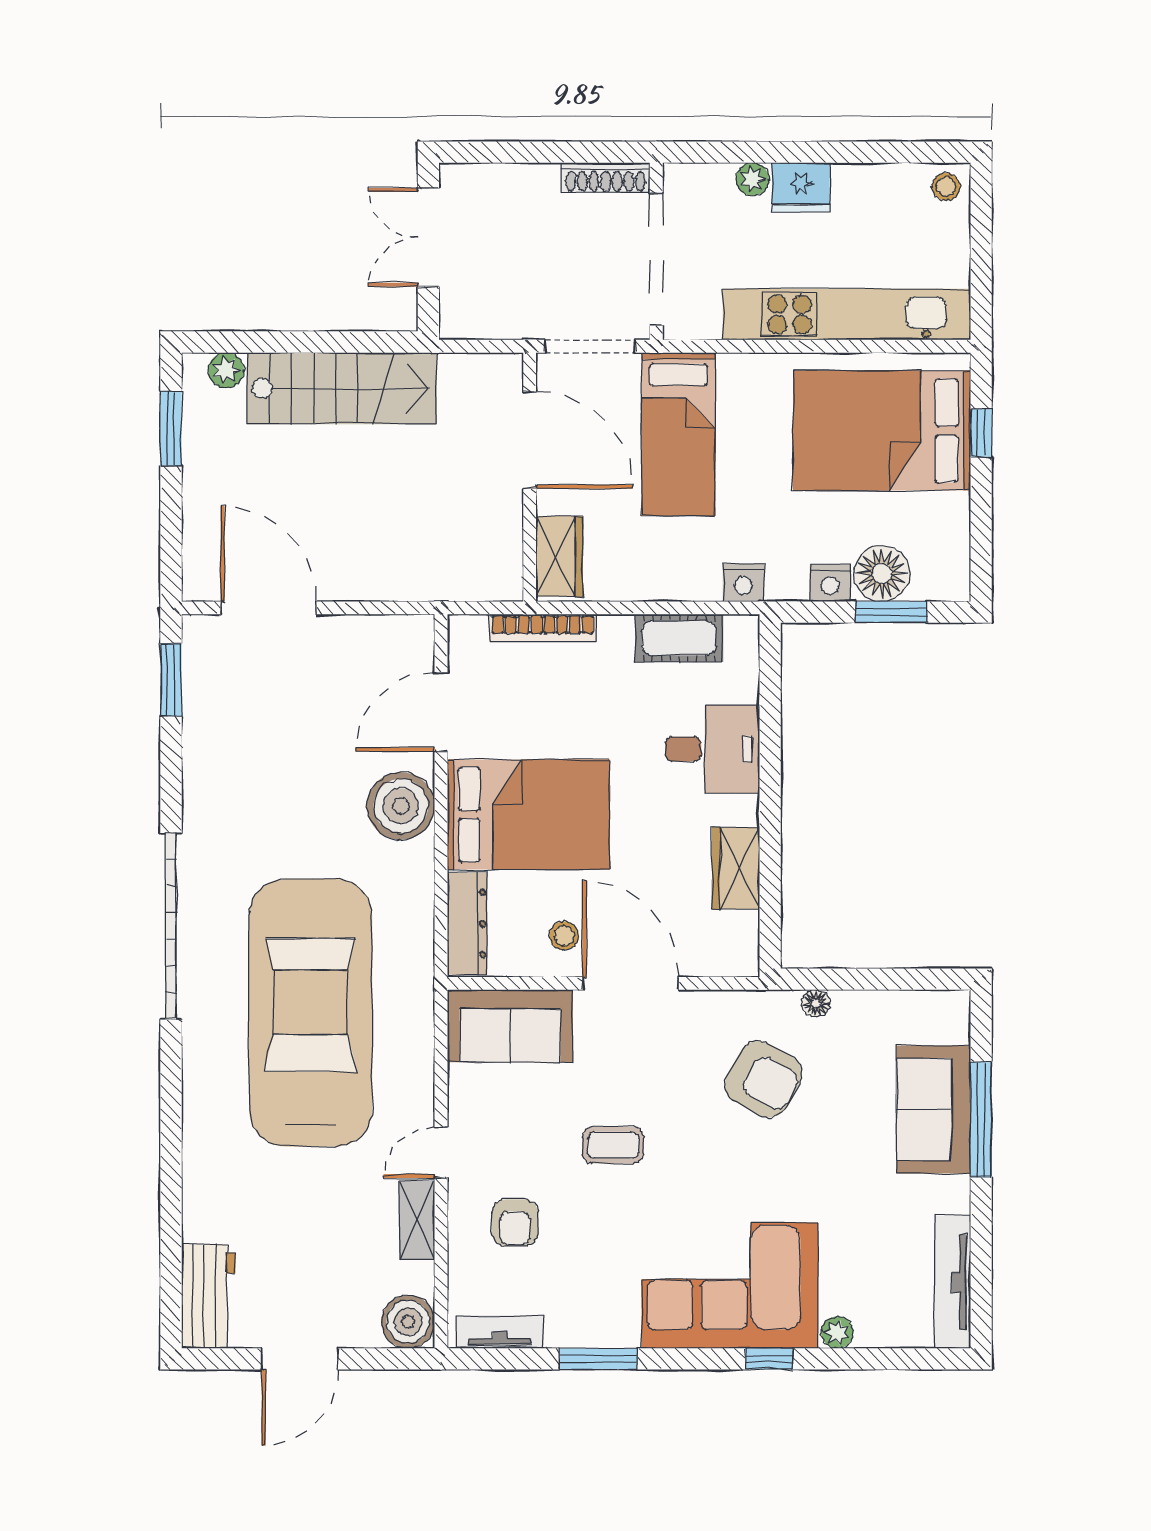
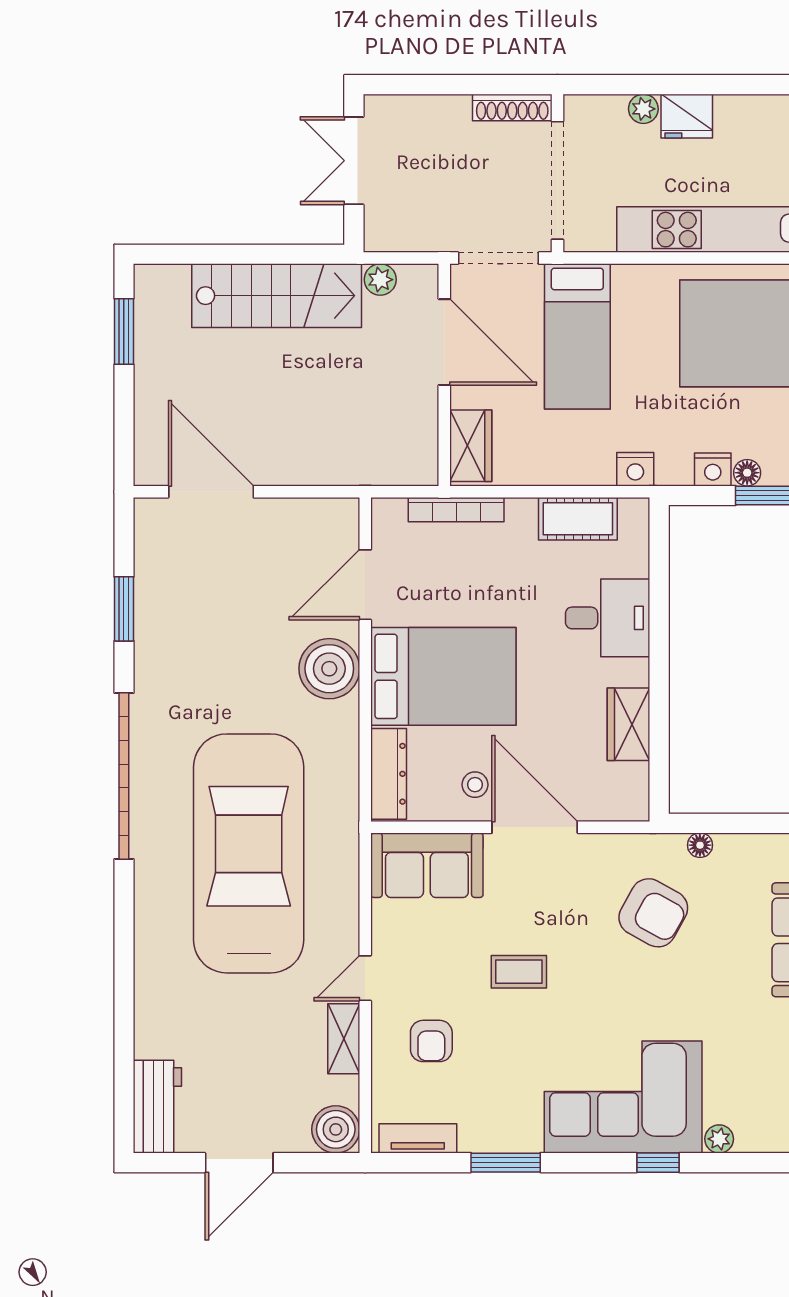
plant: (226, 370) -> (380, 280), moved
floor lamp: (882, 573) -> (747, 473), width x0.53, depth x0.53
window: (171, 680) -> (124, 609), moved

